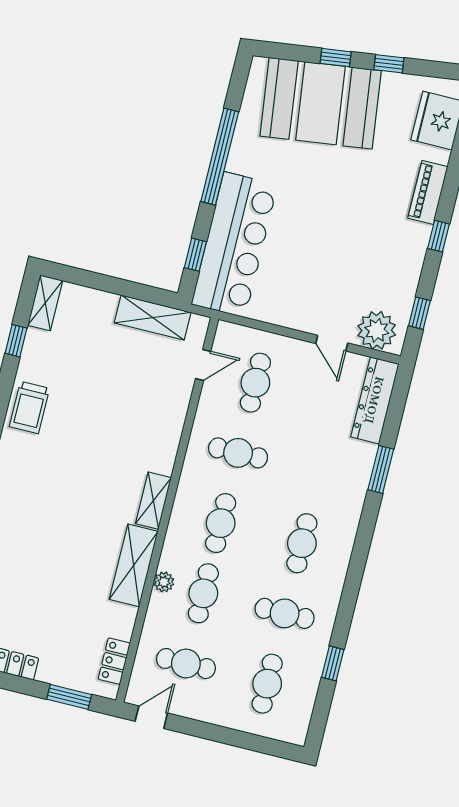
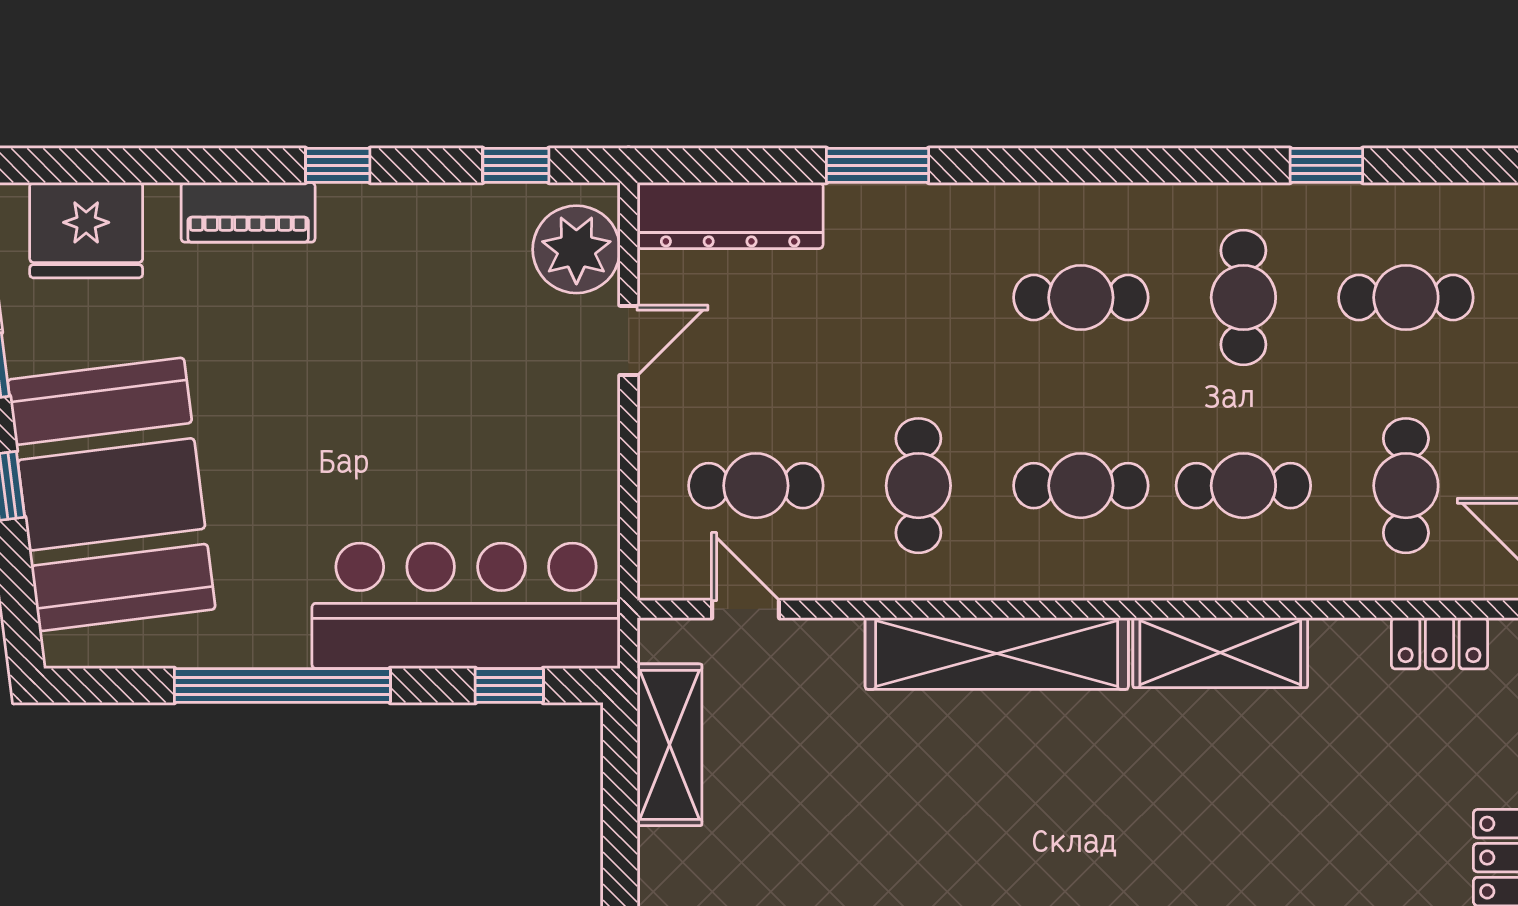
shelving: (153, 501) -> (997, 654), width x2.20, depth x1.33
plant: (164, 582) -> (1240, 578), removed

